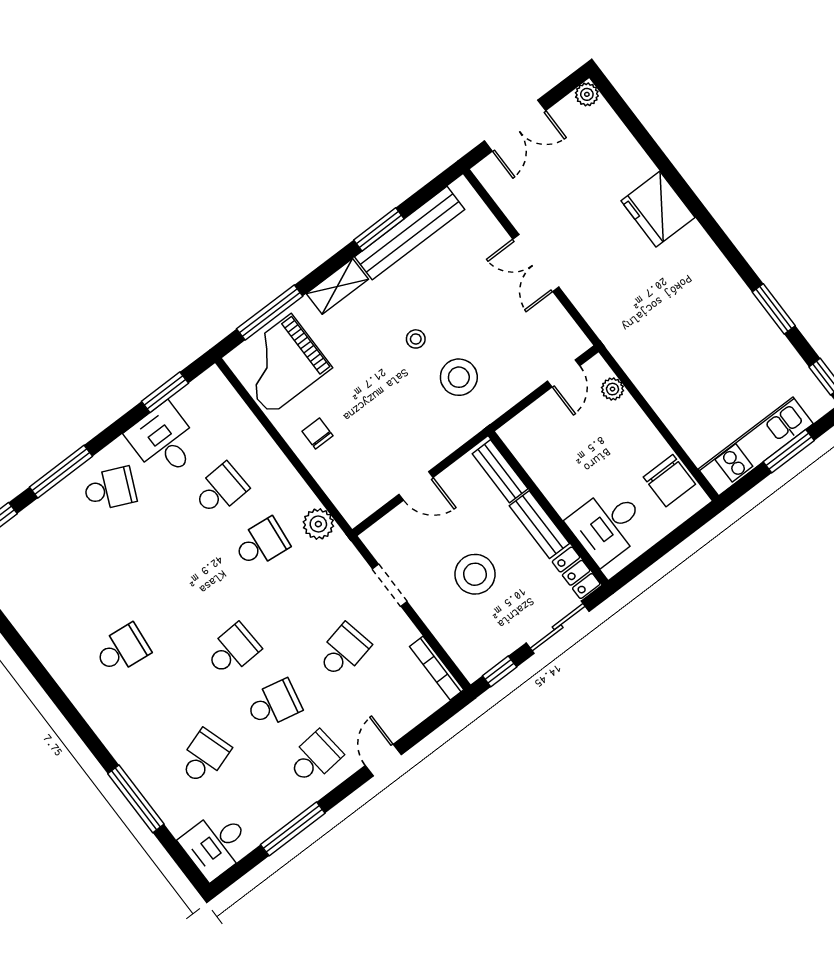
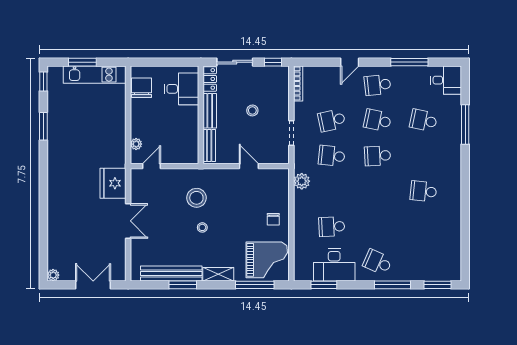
fridge: (658, 209) -> (113, 183), moved, turned 180
desk: (164, 441) -> (334, 265), width x1.37
school desk: (261, 543) -> (332, 156), moved
stool: (475, 574) -> (252, 110), width x0.53, depth x0.53
school desk: (204, 757) -> (423, 120), turned 30

